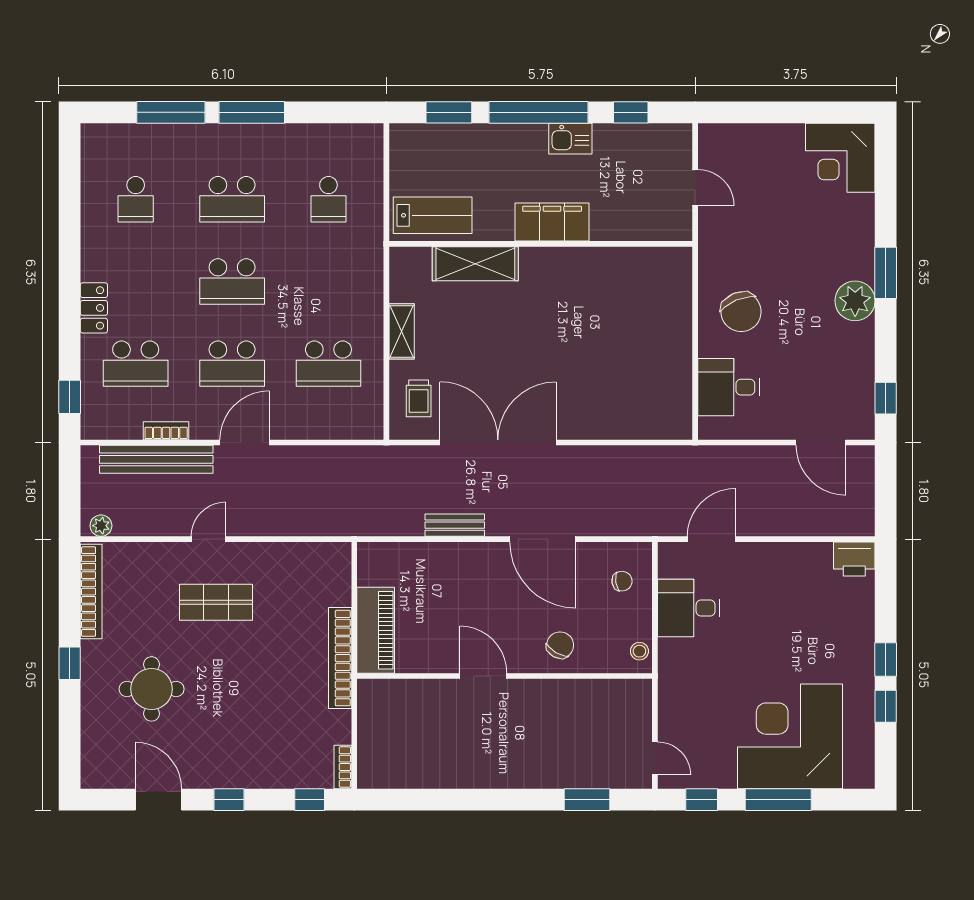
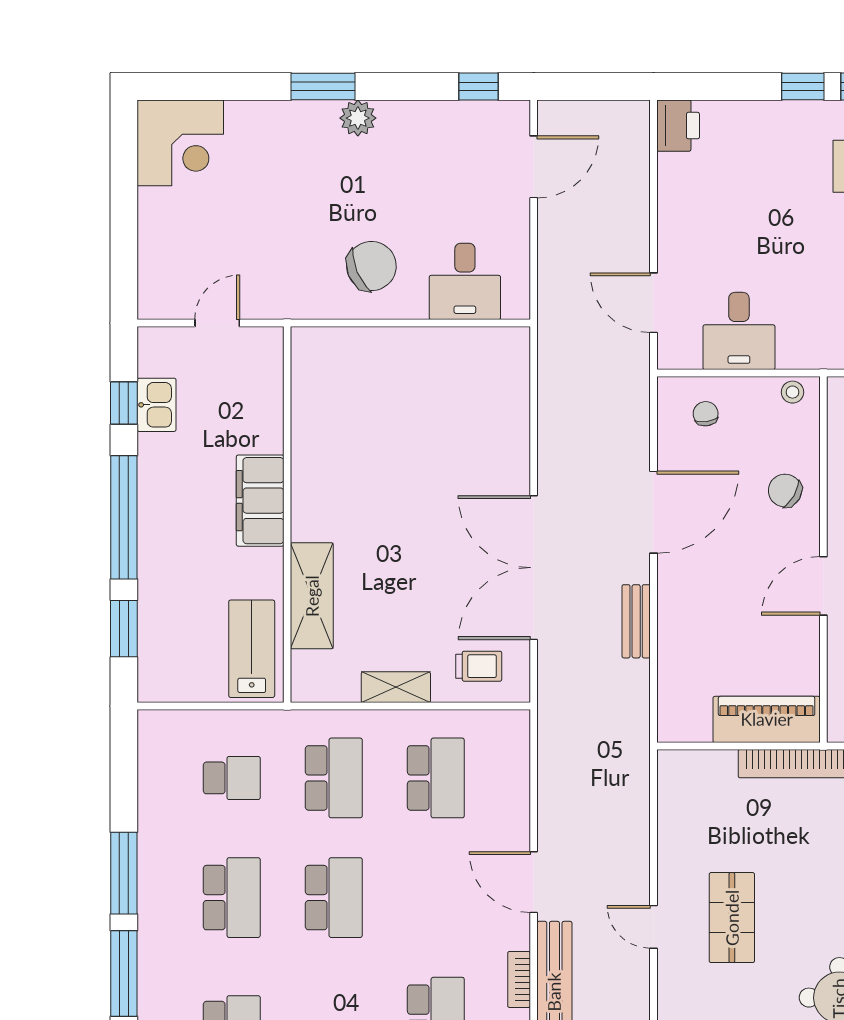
kitchen sink: (570, 139) -> (157, 405), moved
plant: (855, 301) -> (358, 118), width x0.73, depth x0.73
school desk: (232, 364) -> (334, 778), moved

